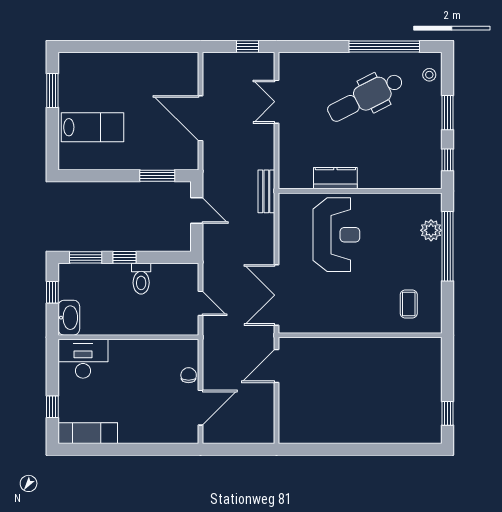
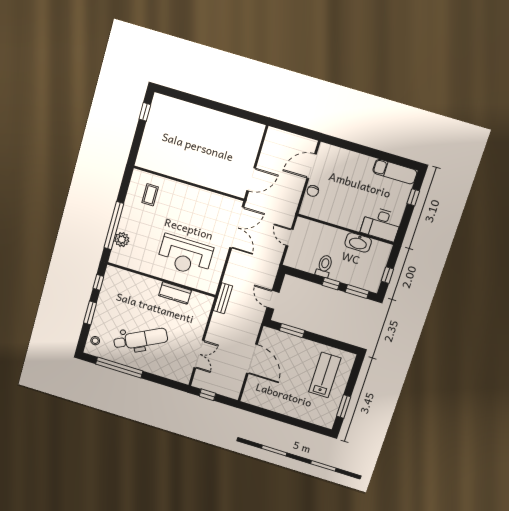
lab bench: (93, 127) -> (325, 375), turned 90
reception desk: (336, 235) -> (185, 256), turned -90
washbasin: (69, 318) -> (358, 242), moved, turned -90

